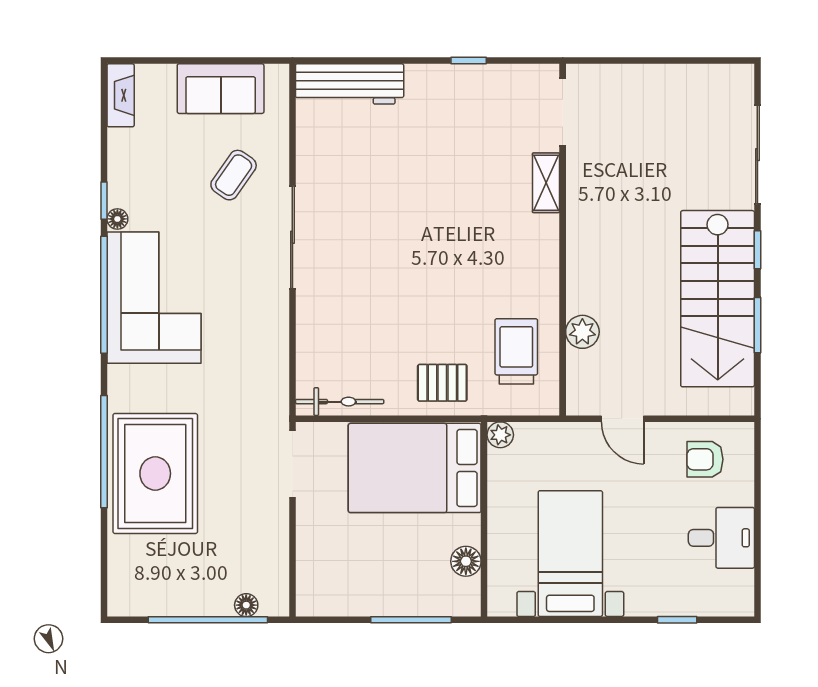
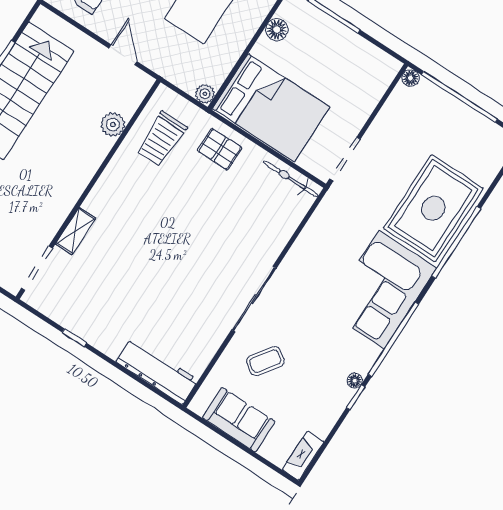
corner sofa: (154, 298) -> (382, 290), moved
floor lamp: (246, 605) -> (410, 78), moved

